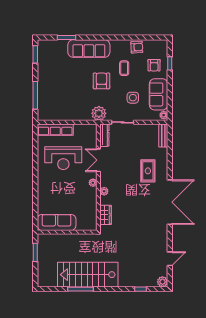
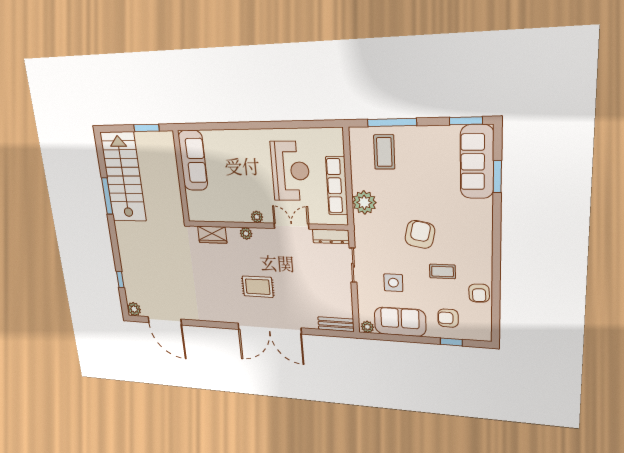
sofa: (89, 48) -> (477, 162), moved
armchair: (101, 81) -> (420, 234), turned -79
coffee table: (52, 100) -> (384, 152), added
plant: (99, 113) -> (364, 202), moved
row of seats: (55, 130) -> (337, 186), moved
reception desk: (63, 158) -> (290, 171), turned 180
rug: (148, 171) -> (258, 287), moved
double door: (170, 202) -> (269, 329), moved
door: (170, 259) -> (165, 321), width x1.87
stairs: (88, 275) -> (123, 177), moved

